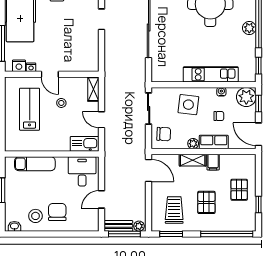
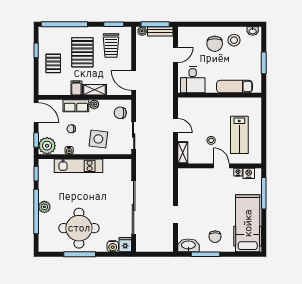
kitchen sink: (85, 144) -> (190, 104), removed
pallet: (206, 202) -> (82, 52), width x1.50, depth x1.42

